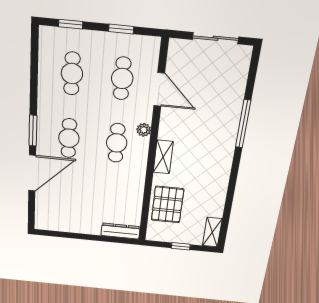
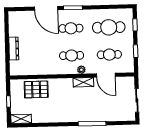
cafe table: (72, 74) -> (109, 27), width x1.37, depth x1.35
door: (159, 89) -> (106, 75), hinge flipped
shelving: (163, 157) -> (83, 82), moved
dresser: (121, 231) -> (14, 49), moved

